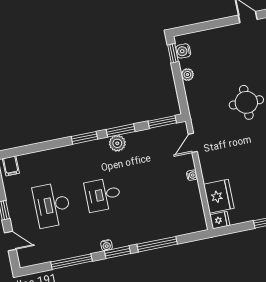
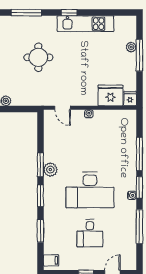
window: (162, 122) -> (40, 231), moved
desk: (103, 195) -> (90, 190), width x1.87, depth x1.30
desk: (52, 205) -> (90, 233), width x0.73

